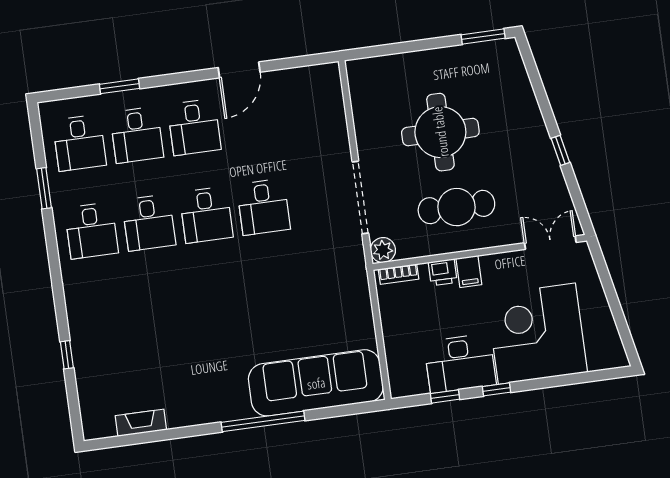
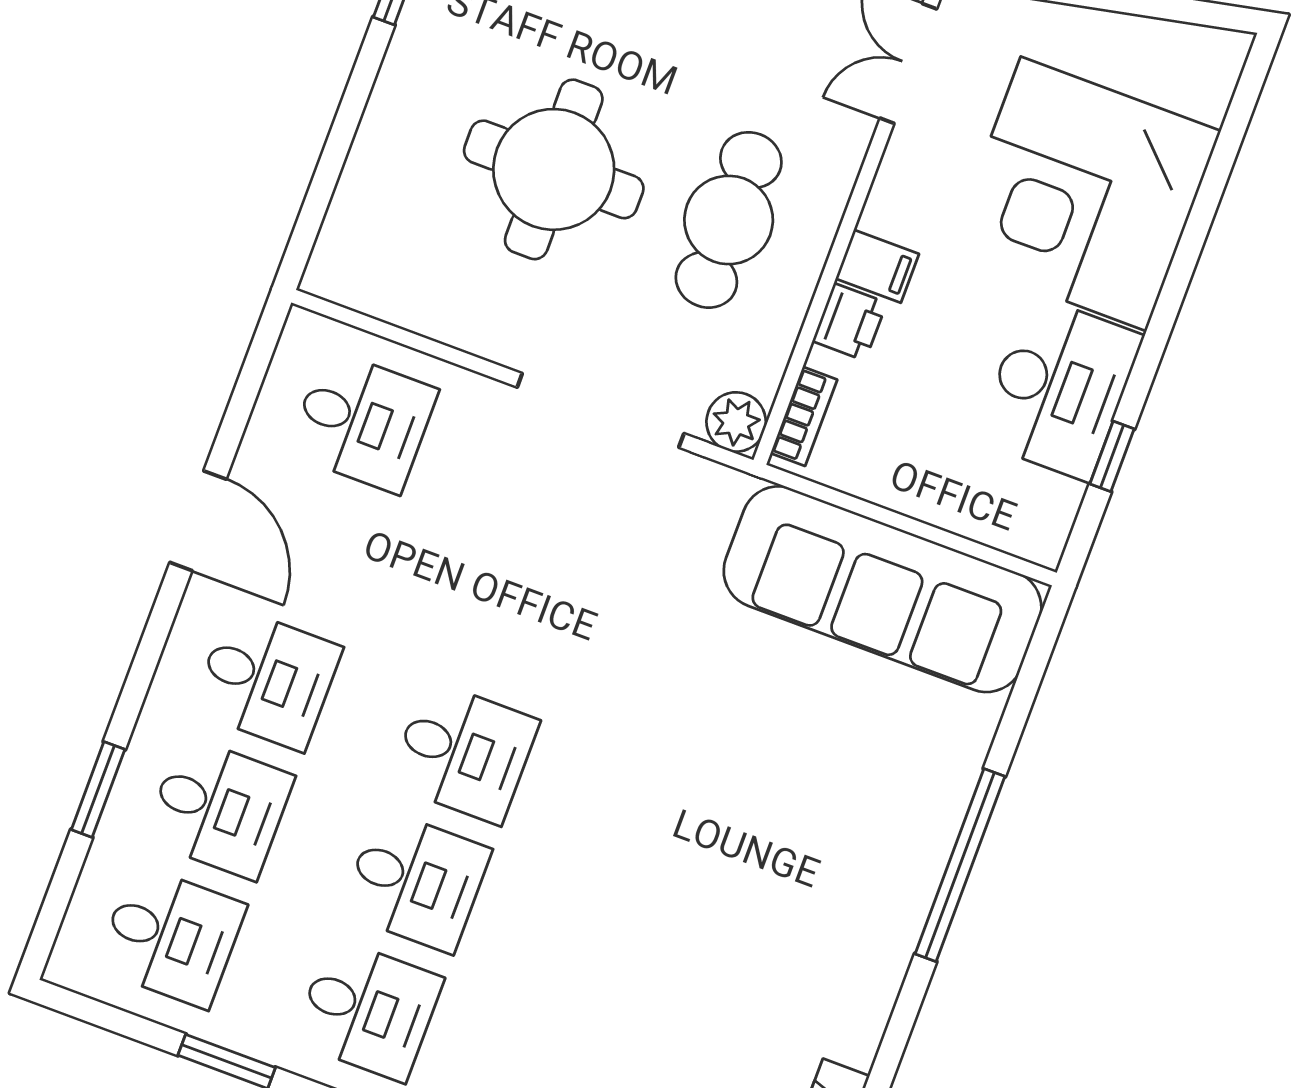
desk: (263, 207) -> (363, 421), moved
sofa: (316, 383) -> (883, 589), moved, turned -90
window: (496, 389) -> (1155, 341), removed

